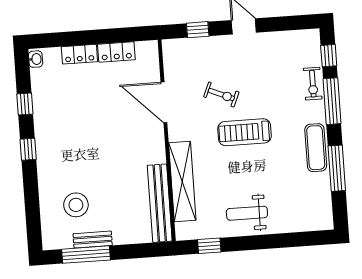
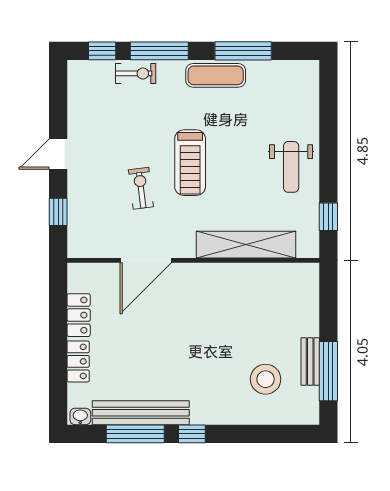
exercise bike: (221, 94) -> (141, 188), turned -30
window: (25, 104) -> (135, 434), width x2.17
bench: (160, 203) -> (141, 413), moved

